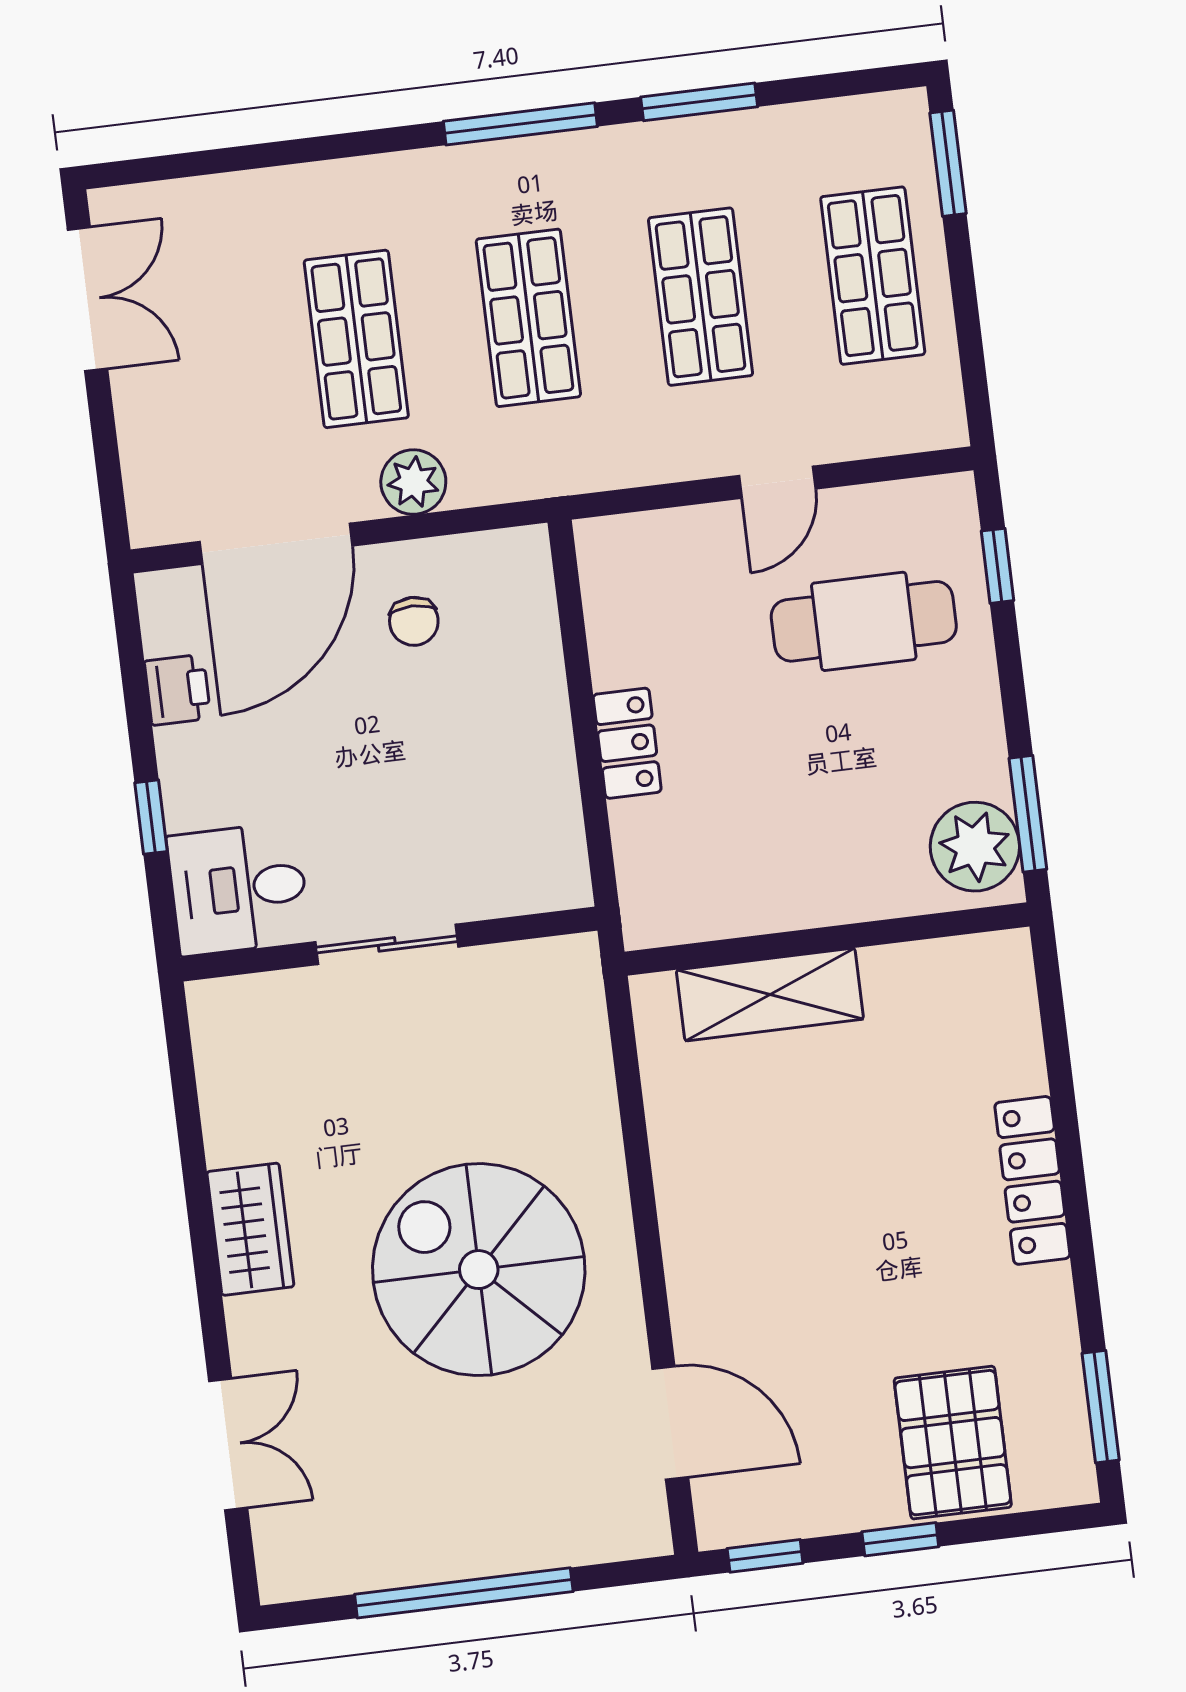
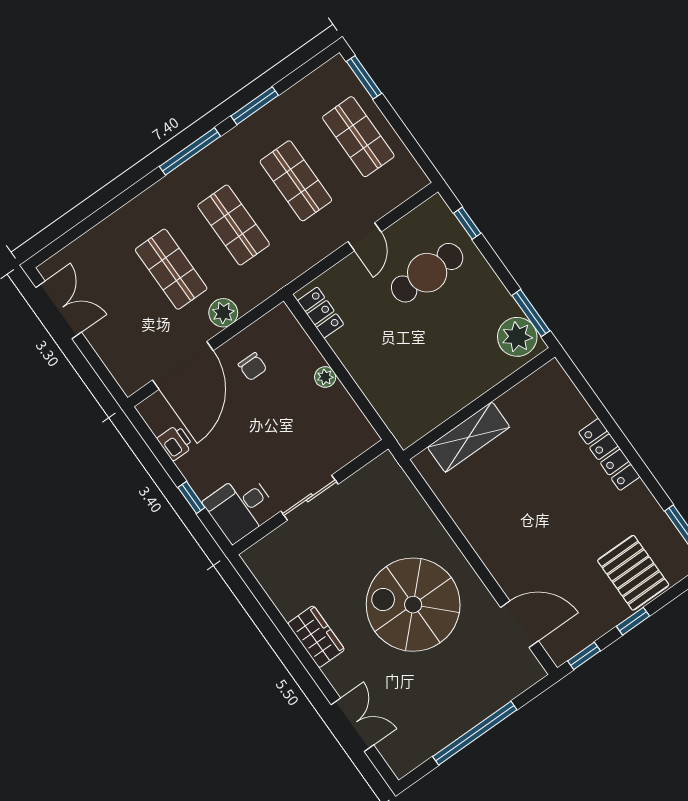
plant: (548, 720) -> (325, 377), added
locker: (627, 743) -> (321, 313), moved

